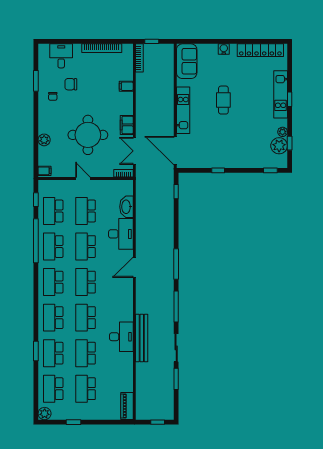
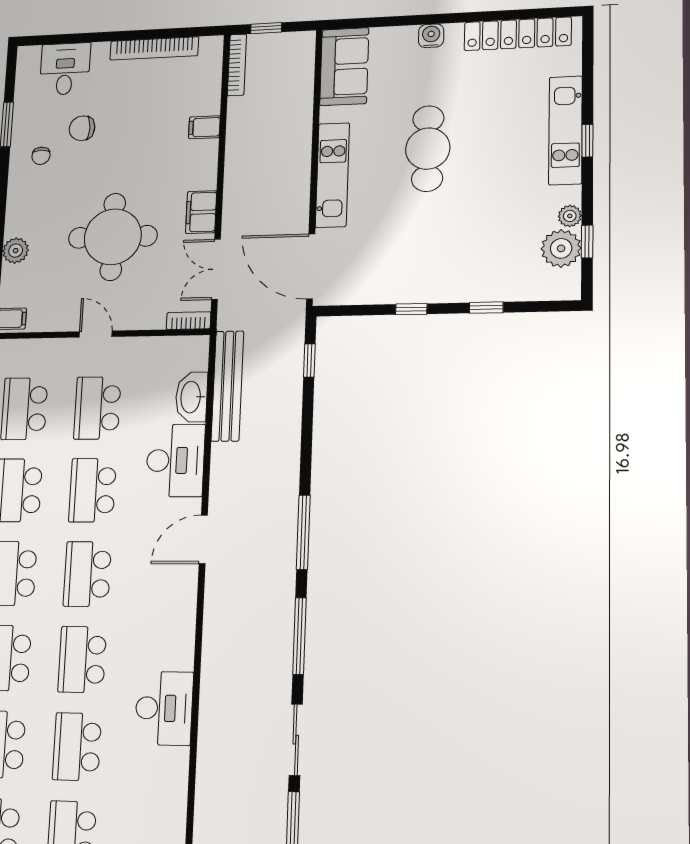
cafe table: (223, 100) -> (428, 149), width x1.37, depth x1.35
window: (270, 170) -> (486, 308), moved
bench: (142, 338) -> (227, 386), moved

